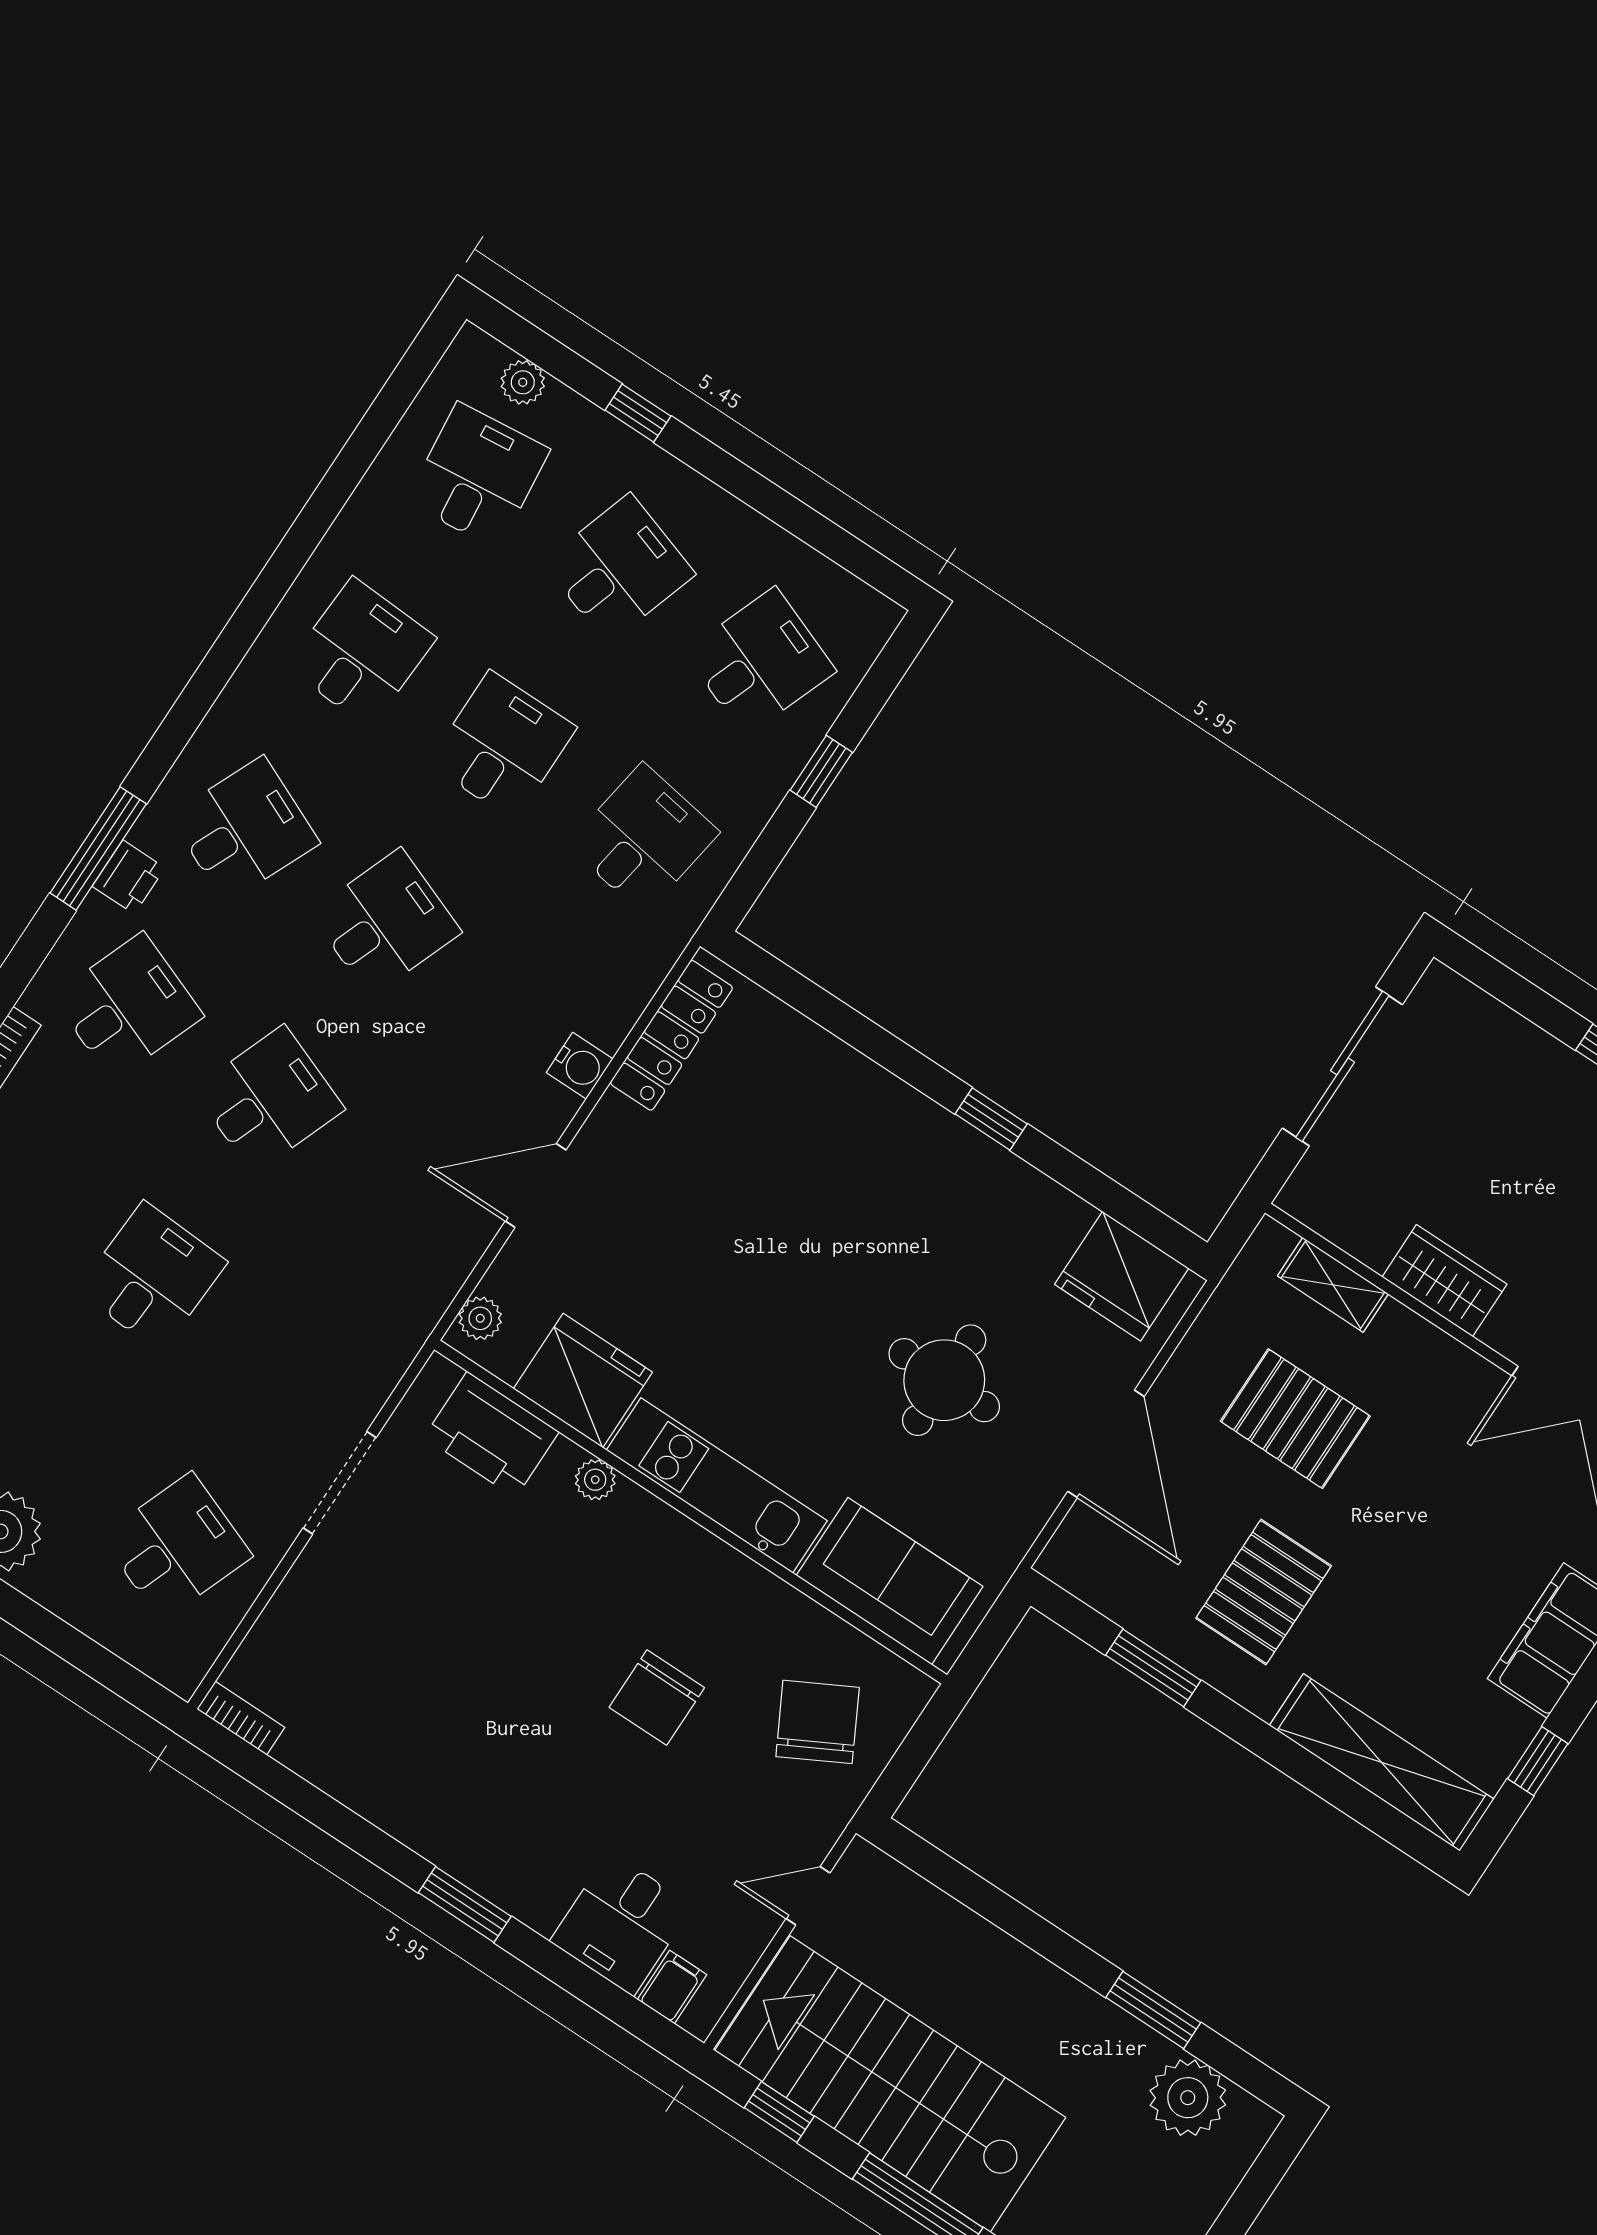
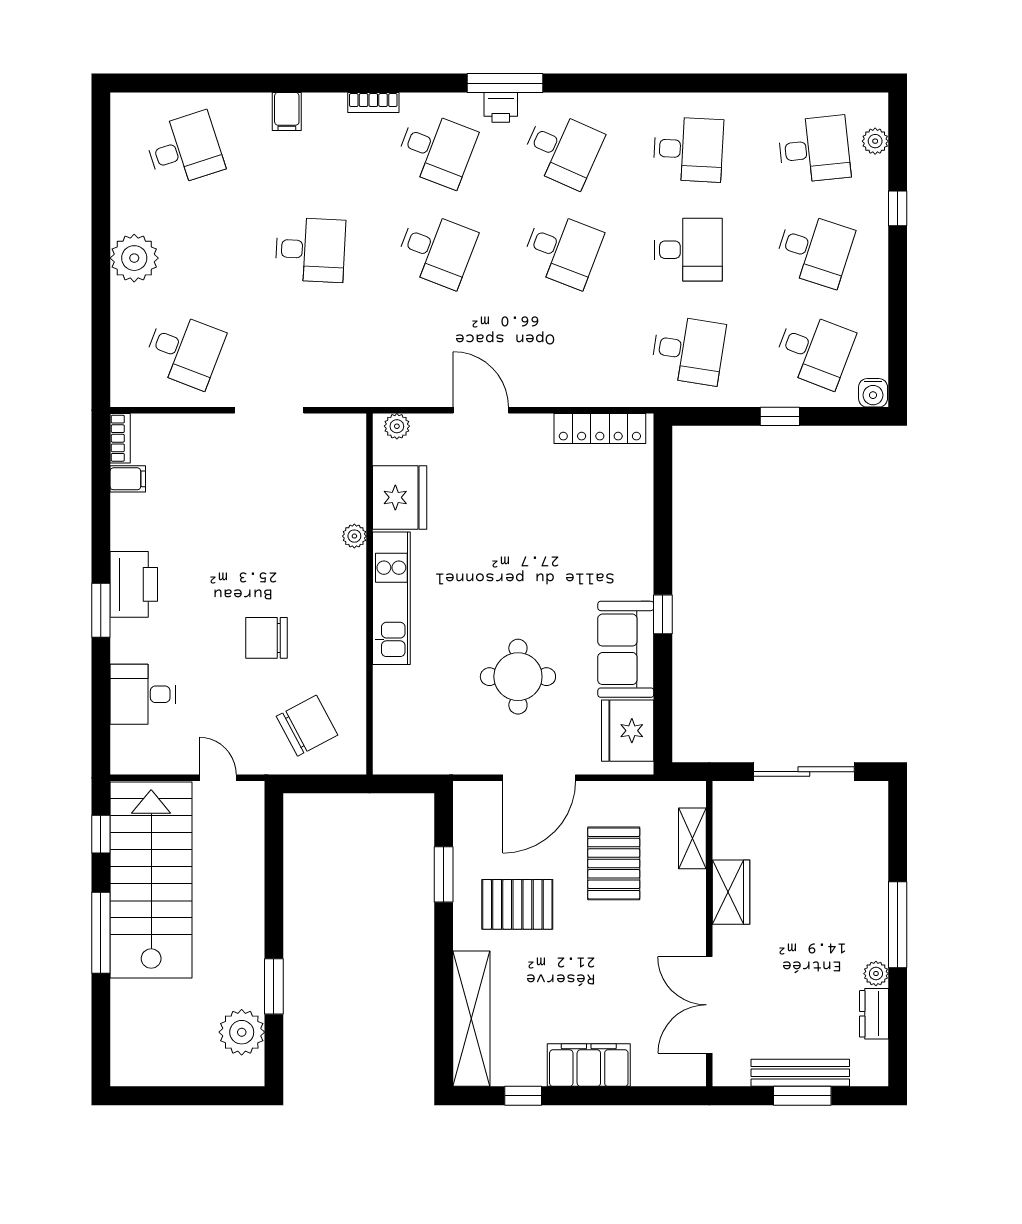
water cooler: (580, 1066) -> (873, 393), moved
printer: (491, 1435) -> (134, 584), moved, turned 180
sofa: (890, 1581) -> (626, 649), moved, turned 180
filing cabinet: (672, 1987) -> (128, 479), moved

